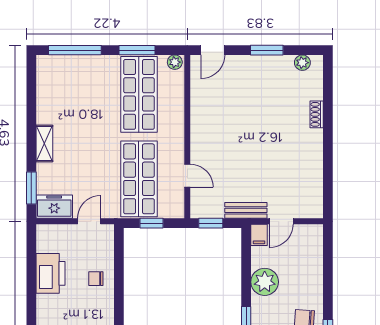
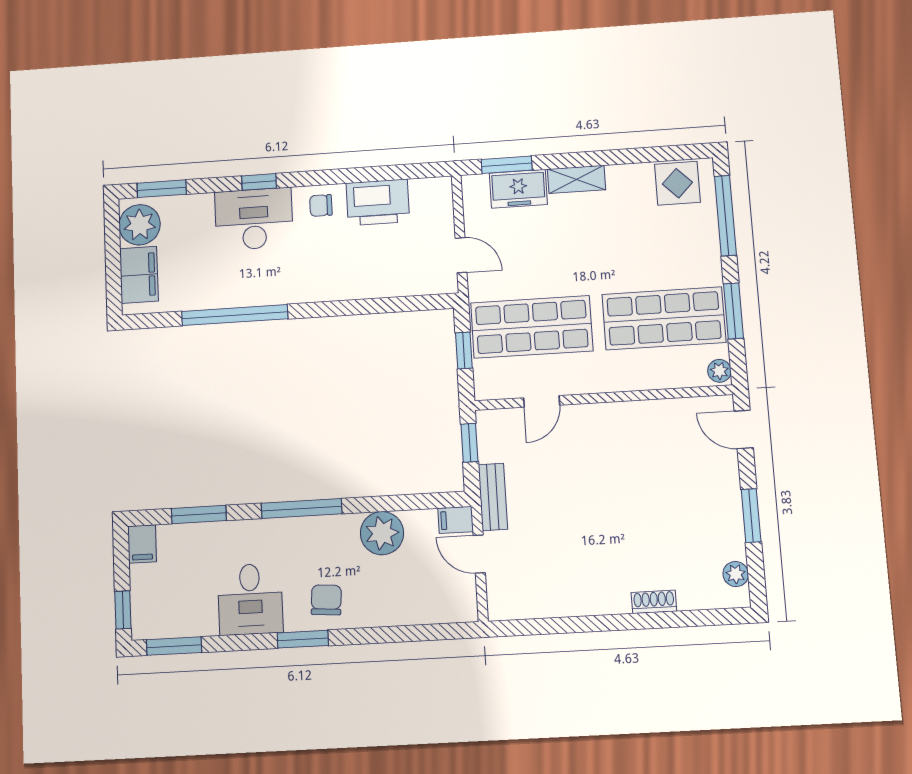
display table: (51, 79) -> (677, 183), added
freezer: (54, 207) -> (518, 189), moved, turned 90
chair: (96, 279) -> (321, 205), moved, turned -90

